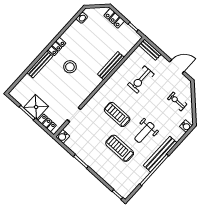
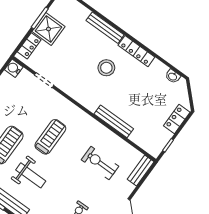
locker: (57, 46) -> (136, 51), width x1.53
weight bench: (144, 132) -> (31, 175), turned 180

